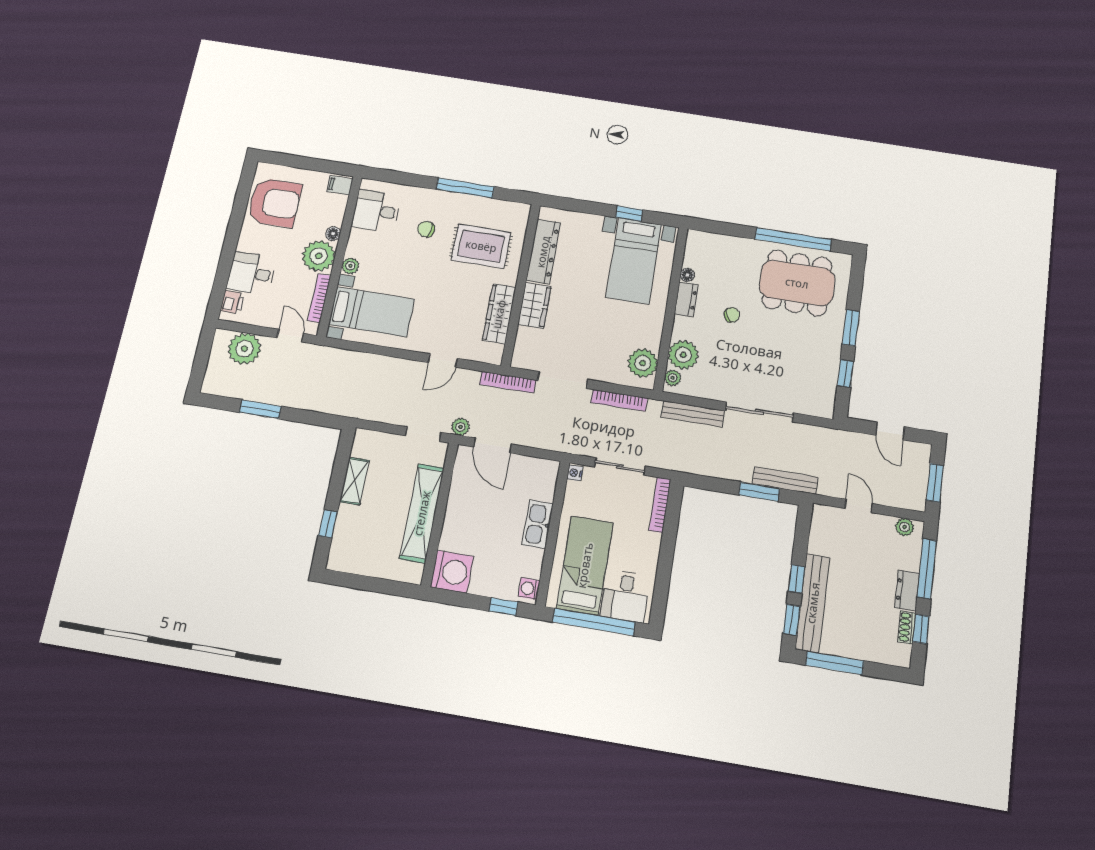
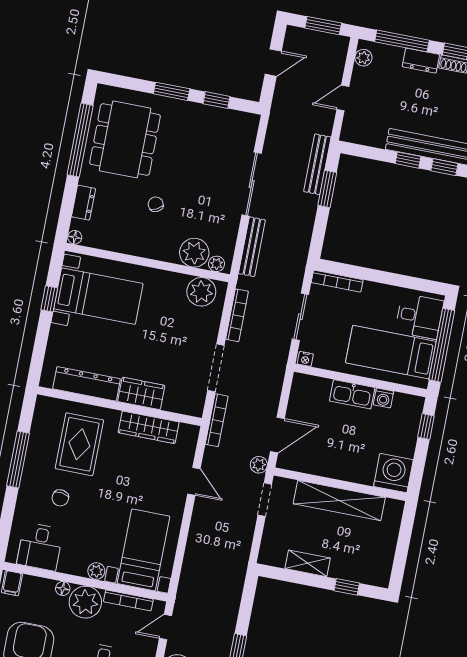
floor lamp: (687, 275) -> (75, 237), moved
dresser: (686, 299) -> (84, 203), moved, turned 90
washing machine: (529, 589) -> (383, 398), moved

